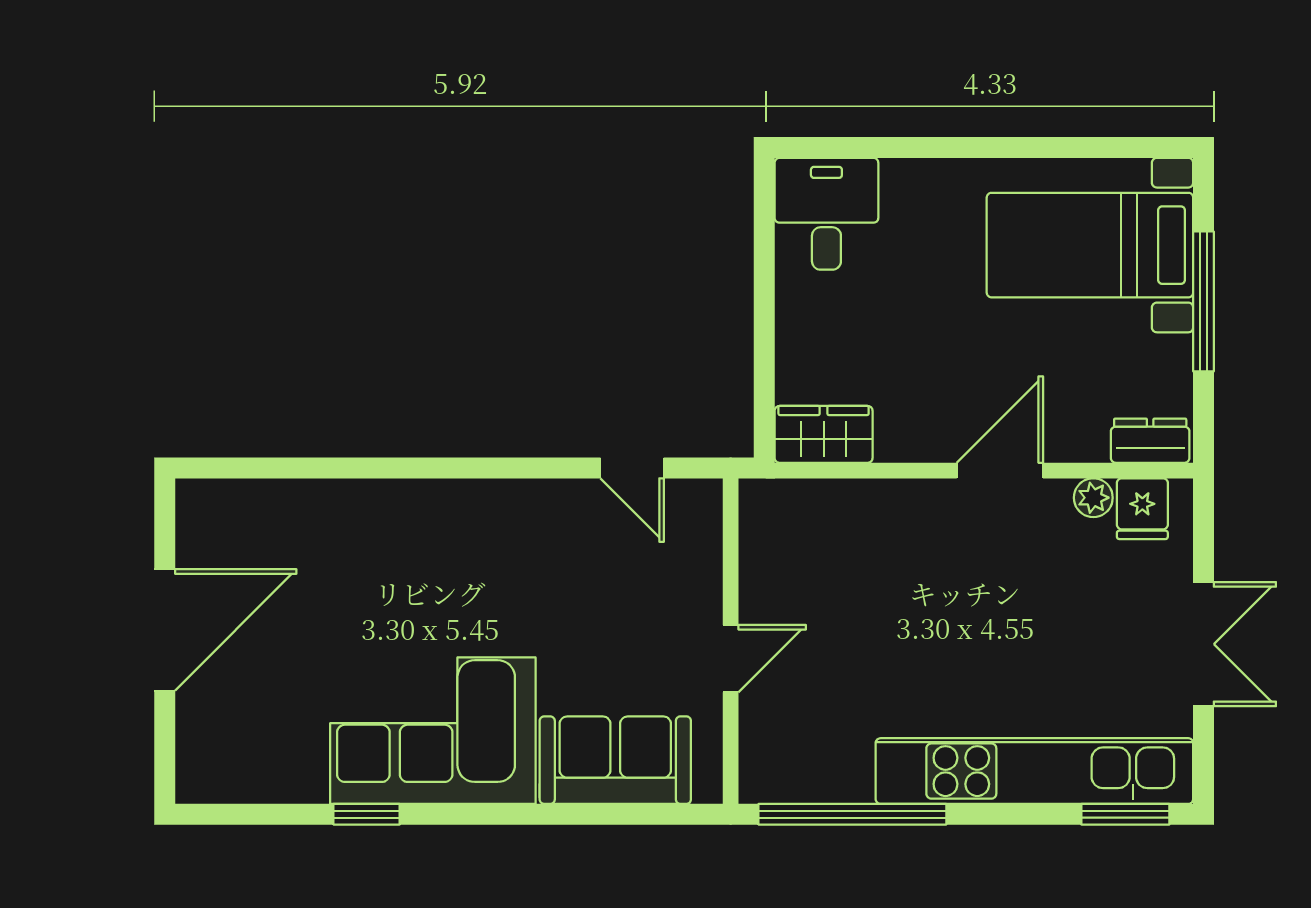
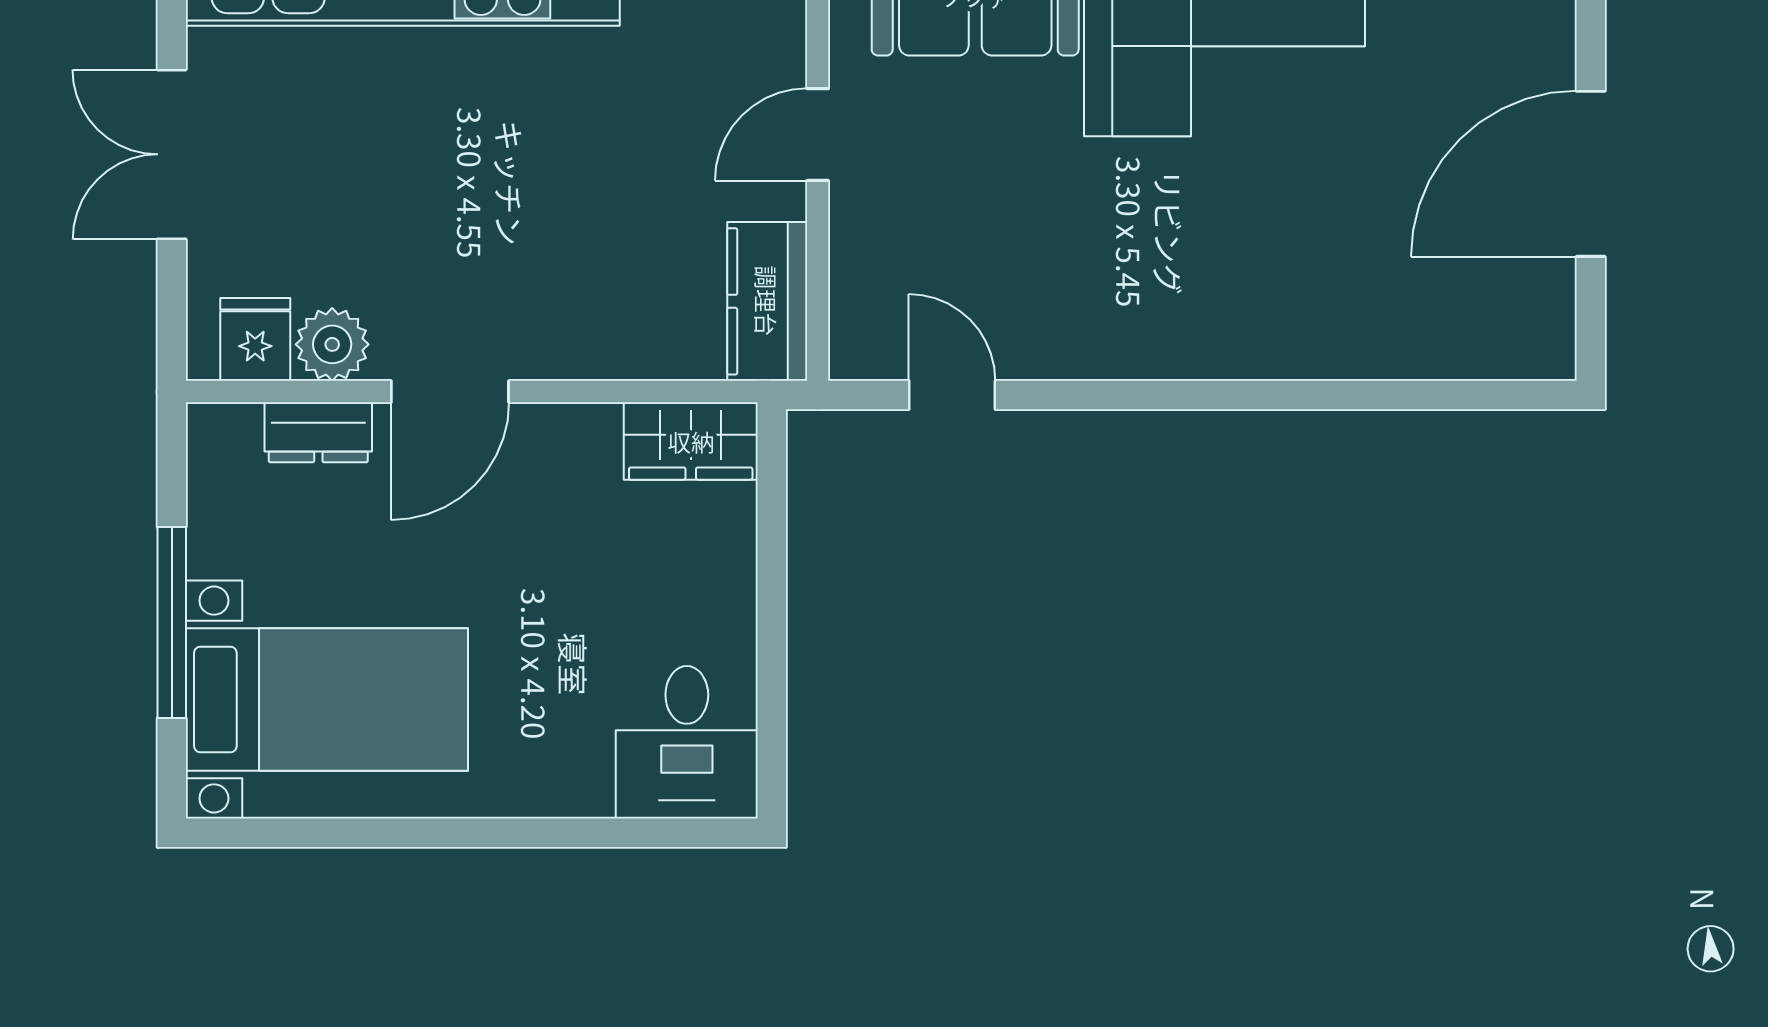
dresser: (1150, 441) -> (318, 432), moved
plant: (1093, 498) -> (332, 344), width x1.38, depth x1.38
kitchen counter: (768, 537) -> (767, 301), added

